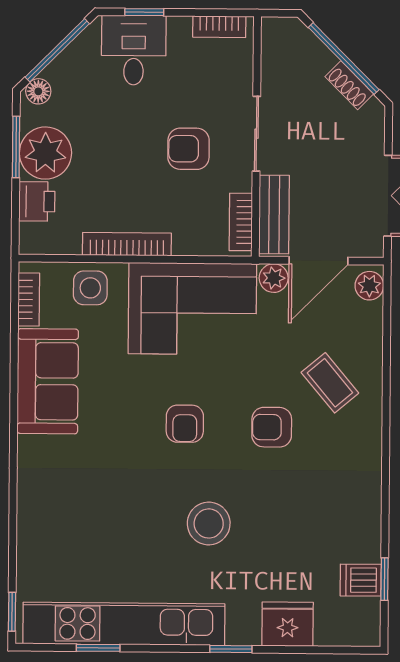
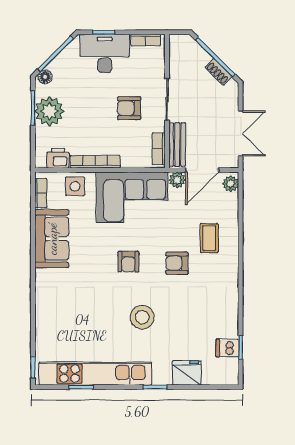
desk: (134, 50) -> (105, 53), width x1.37
printer: (37, 201) -> (58, 158), moved, turned -90
coffee table: (330, 383) -> (209, 238), turned 40

